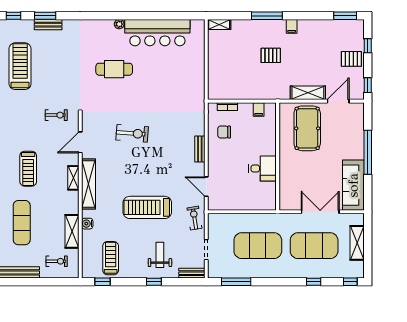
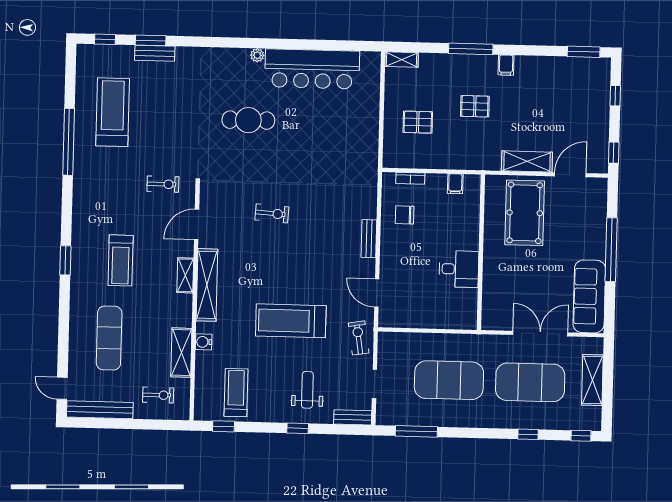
pallet: (351, 59) -> (418, 122), moved
exercise bike: (132, 133) -> (272, 213), width x0.73, depth x0.72

